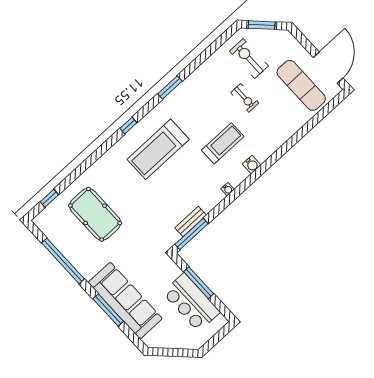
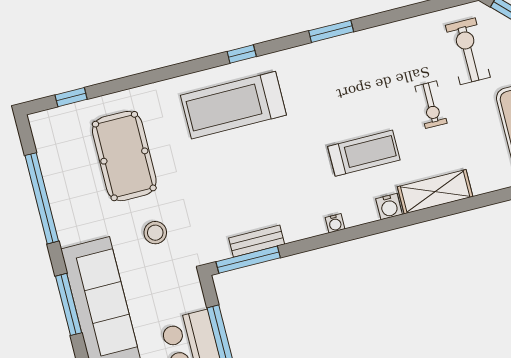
shelving: (272, 143) -> (435, 192), added
treadmill: (158, 149) -> (233, 105), moved
stool: (134, 246) -> (155, 233), added

